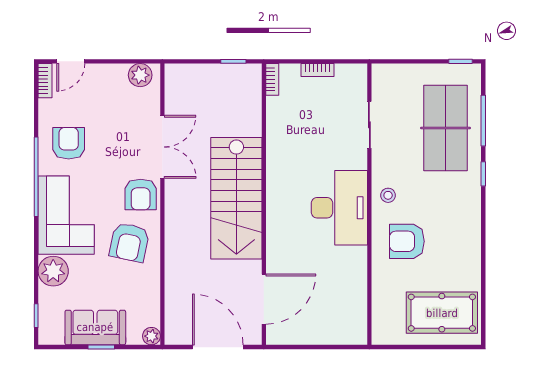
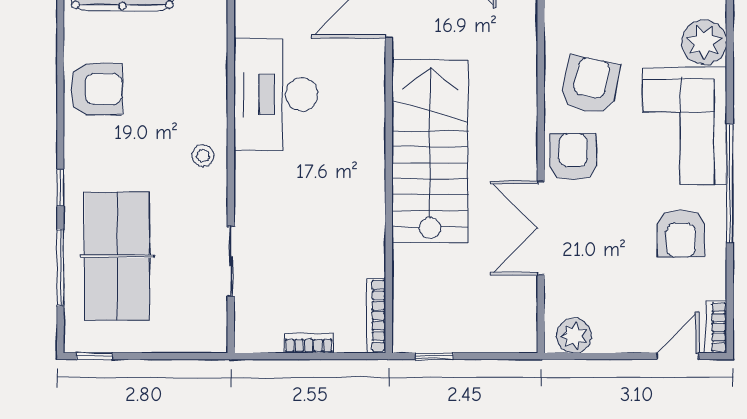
bookcase: (272, 79) -> (376, 316), width x1.56
desk: (339, 208) -> (276, 95), moved
armchair: (407, 241) -> (96, 89), moved

